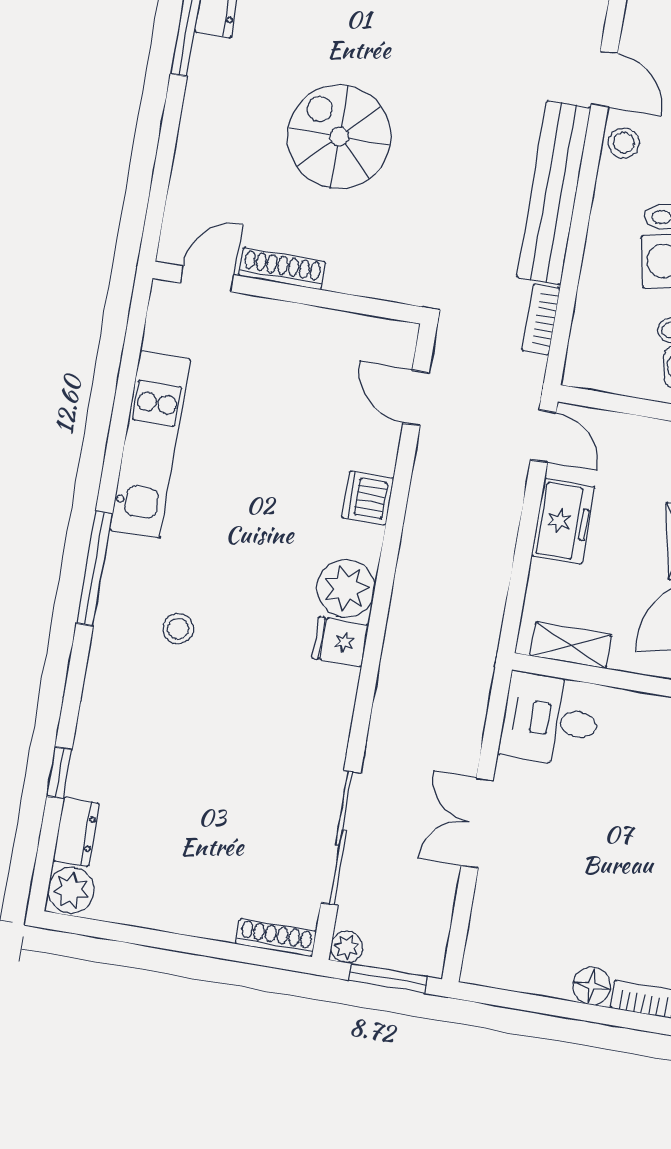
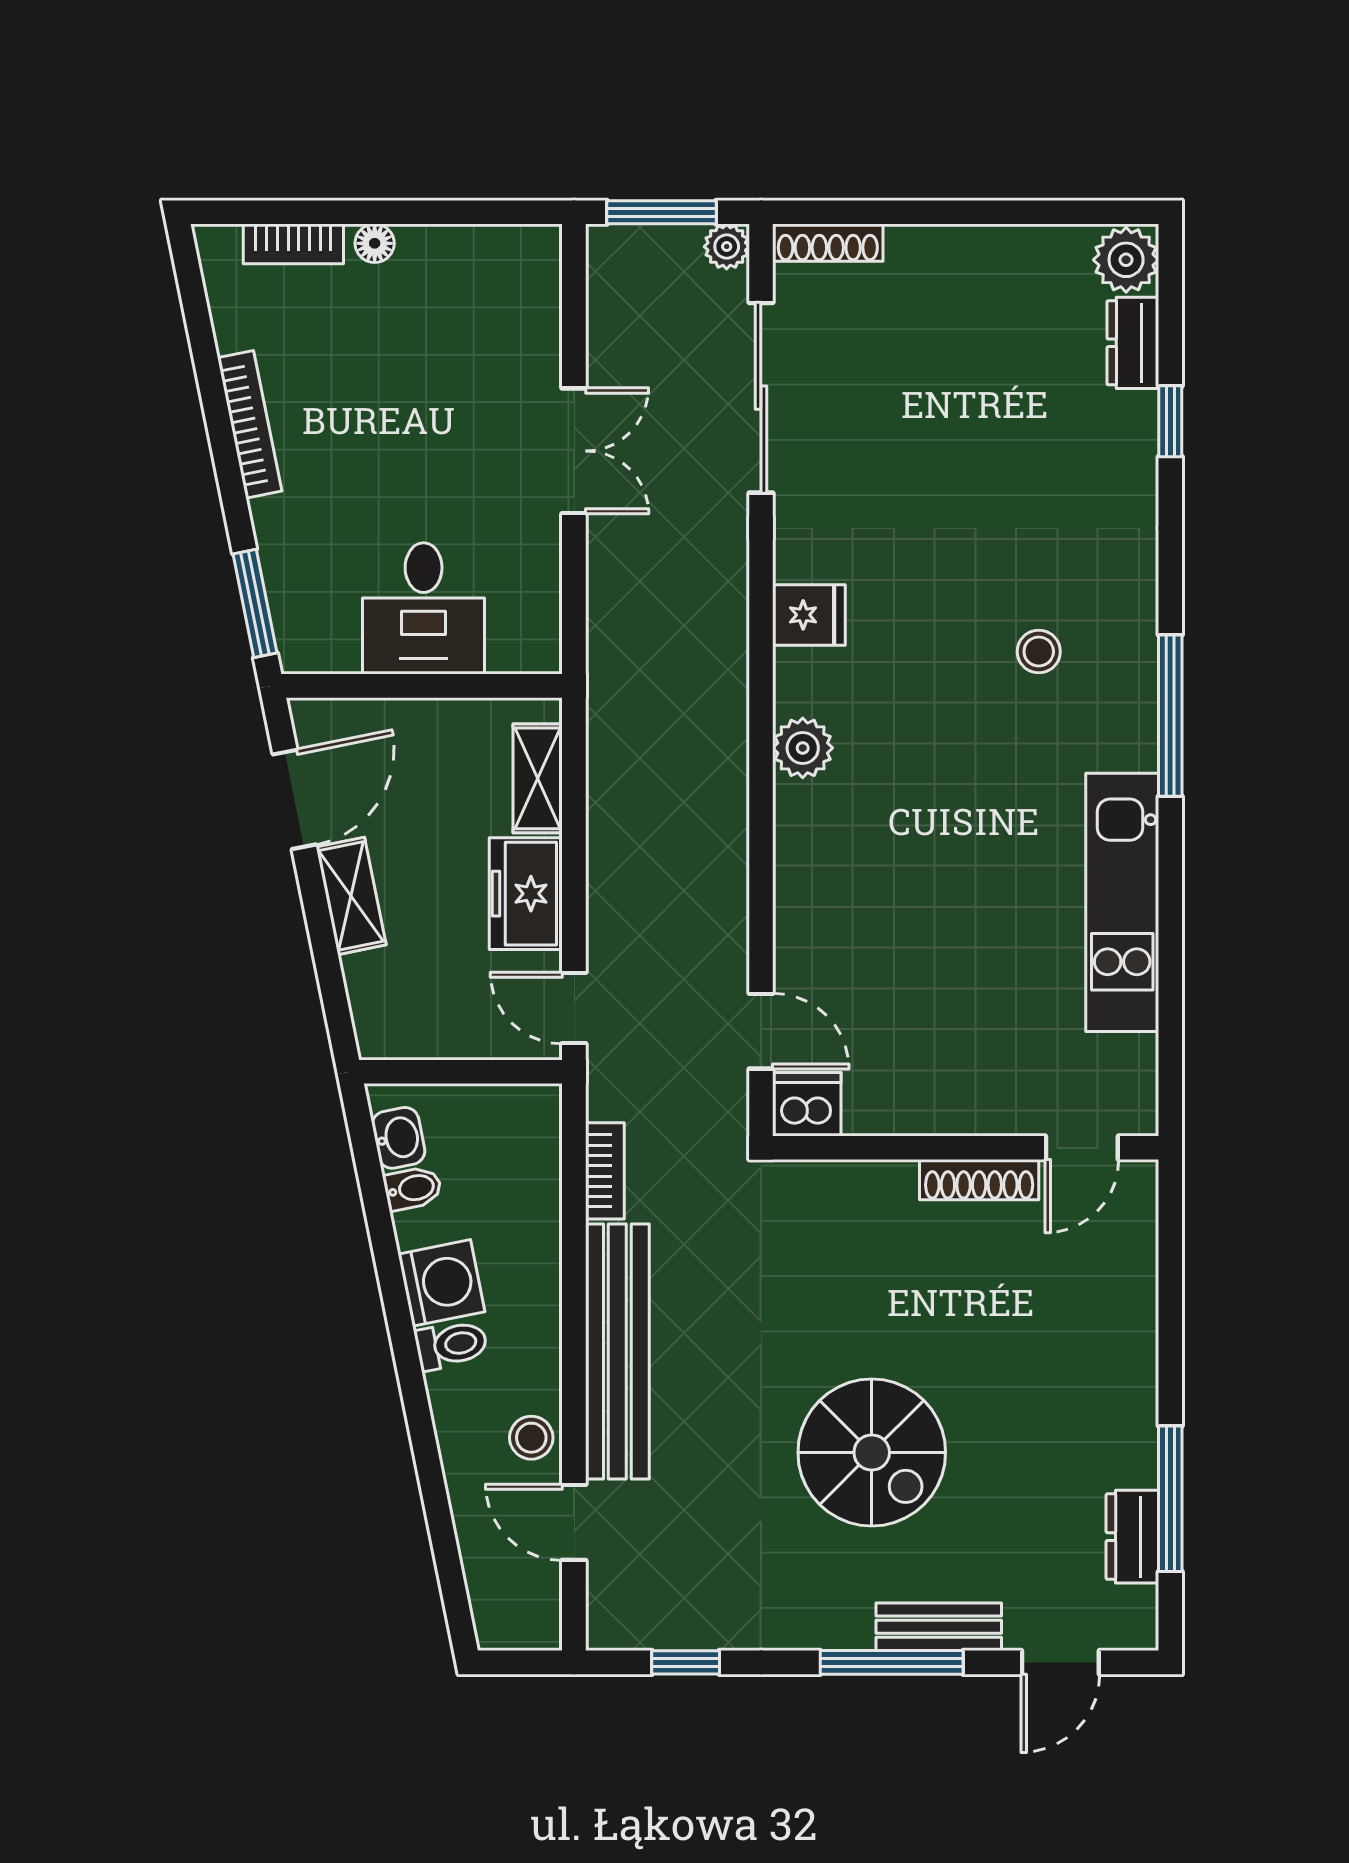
spiral stairs: (339, 137) -> (872, 1452), moved
dishwasher: (368, 498) -> (807, 1104), moved, turned -90
plant: (346, 588) -> (803, 748), width x0.73, depth x0.73
fridge: (340, 642) -> (809, 615), moved
shelving: (571, 645) -> (538, 778), moved, turned 90
desk: (550, 720) -> (424, 608), moved, turned 90
floor lamp: (592, 986) -> (375, 243), width x0.73, depth x0.73

